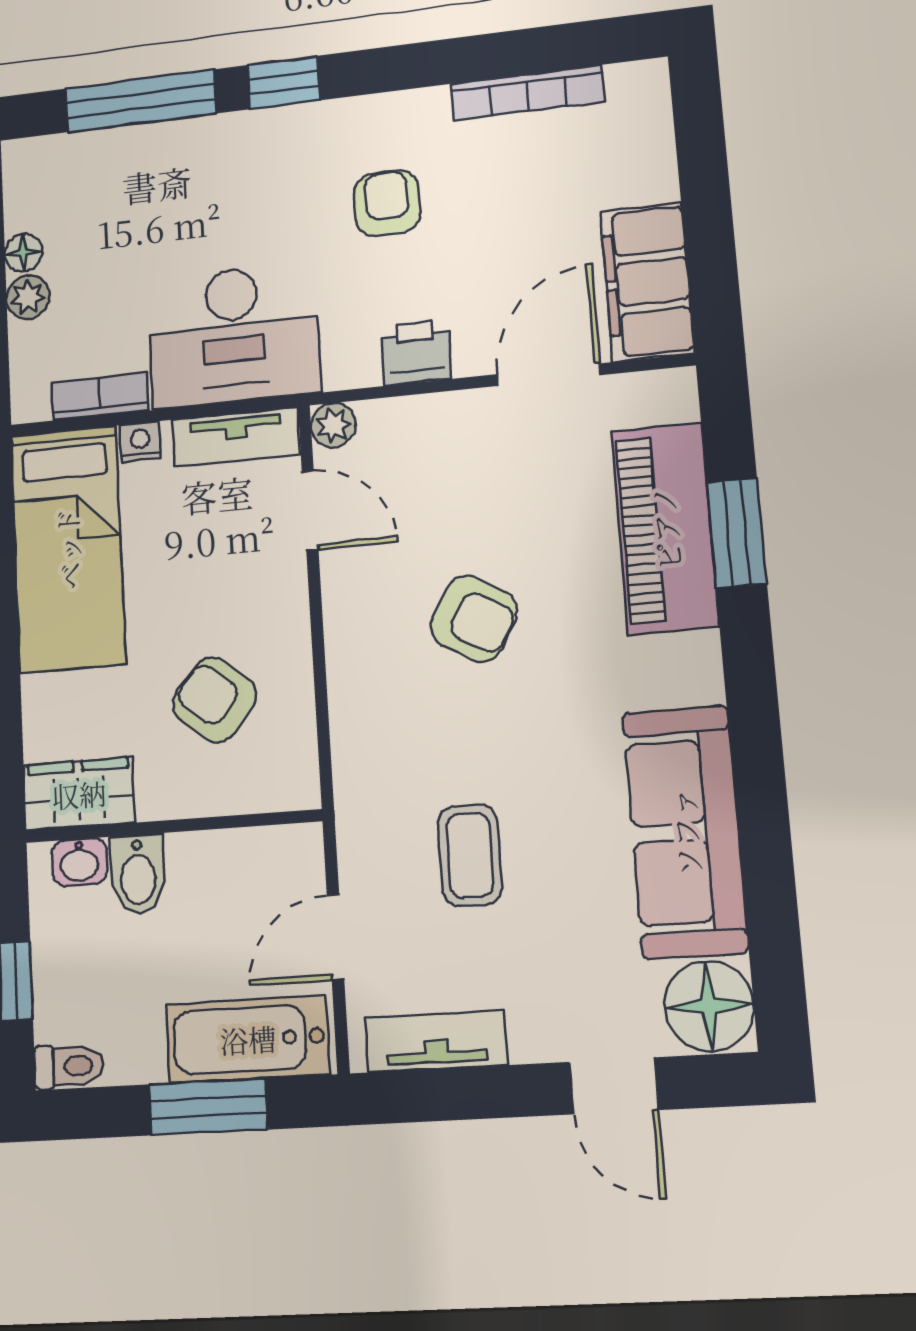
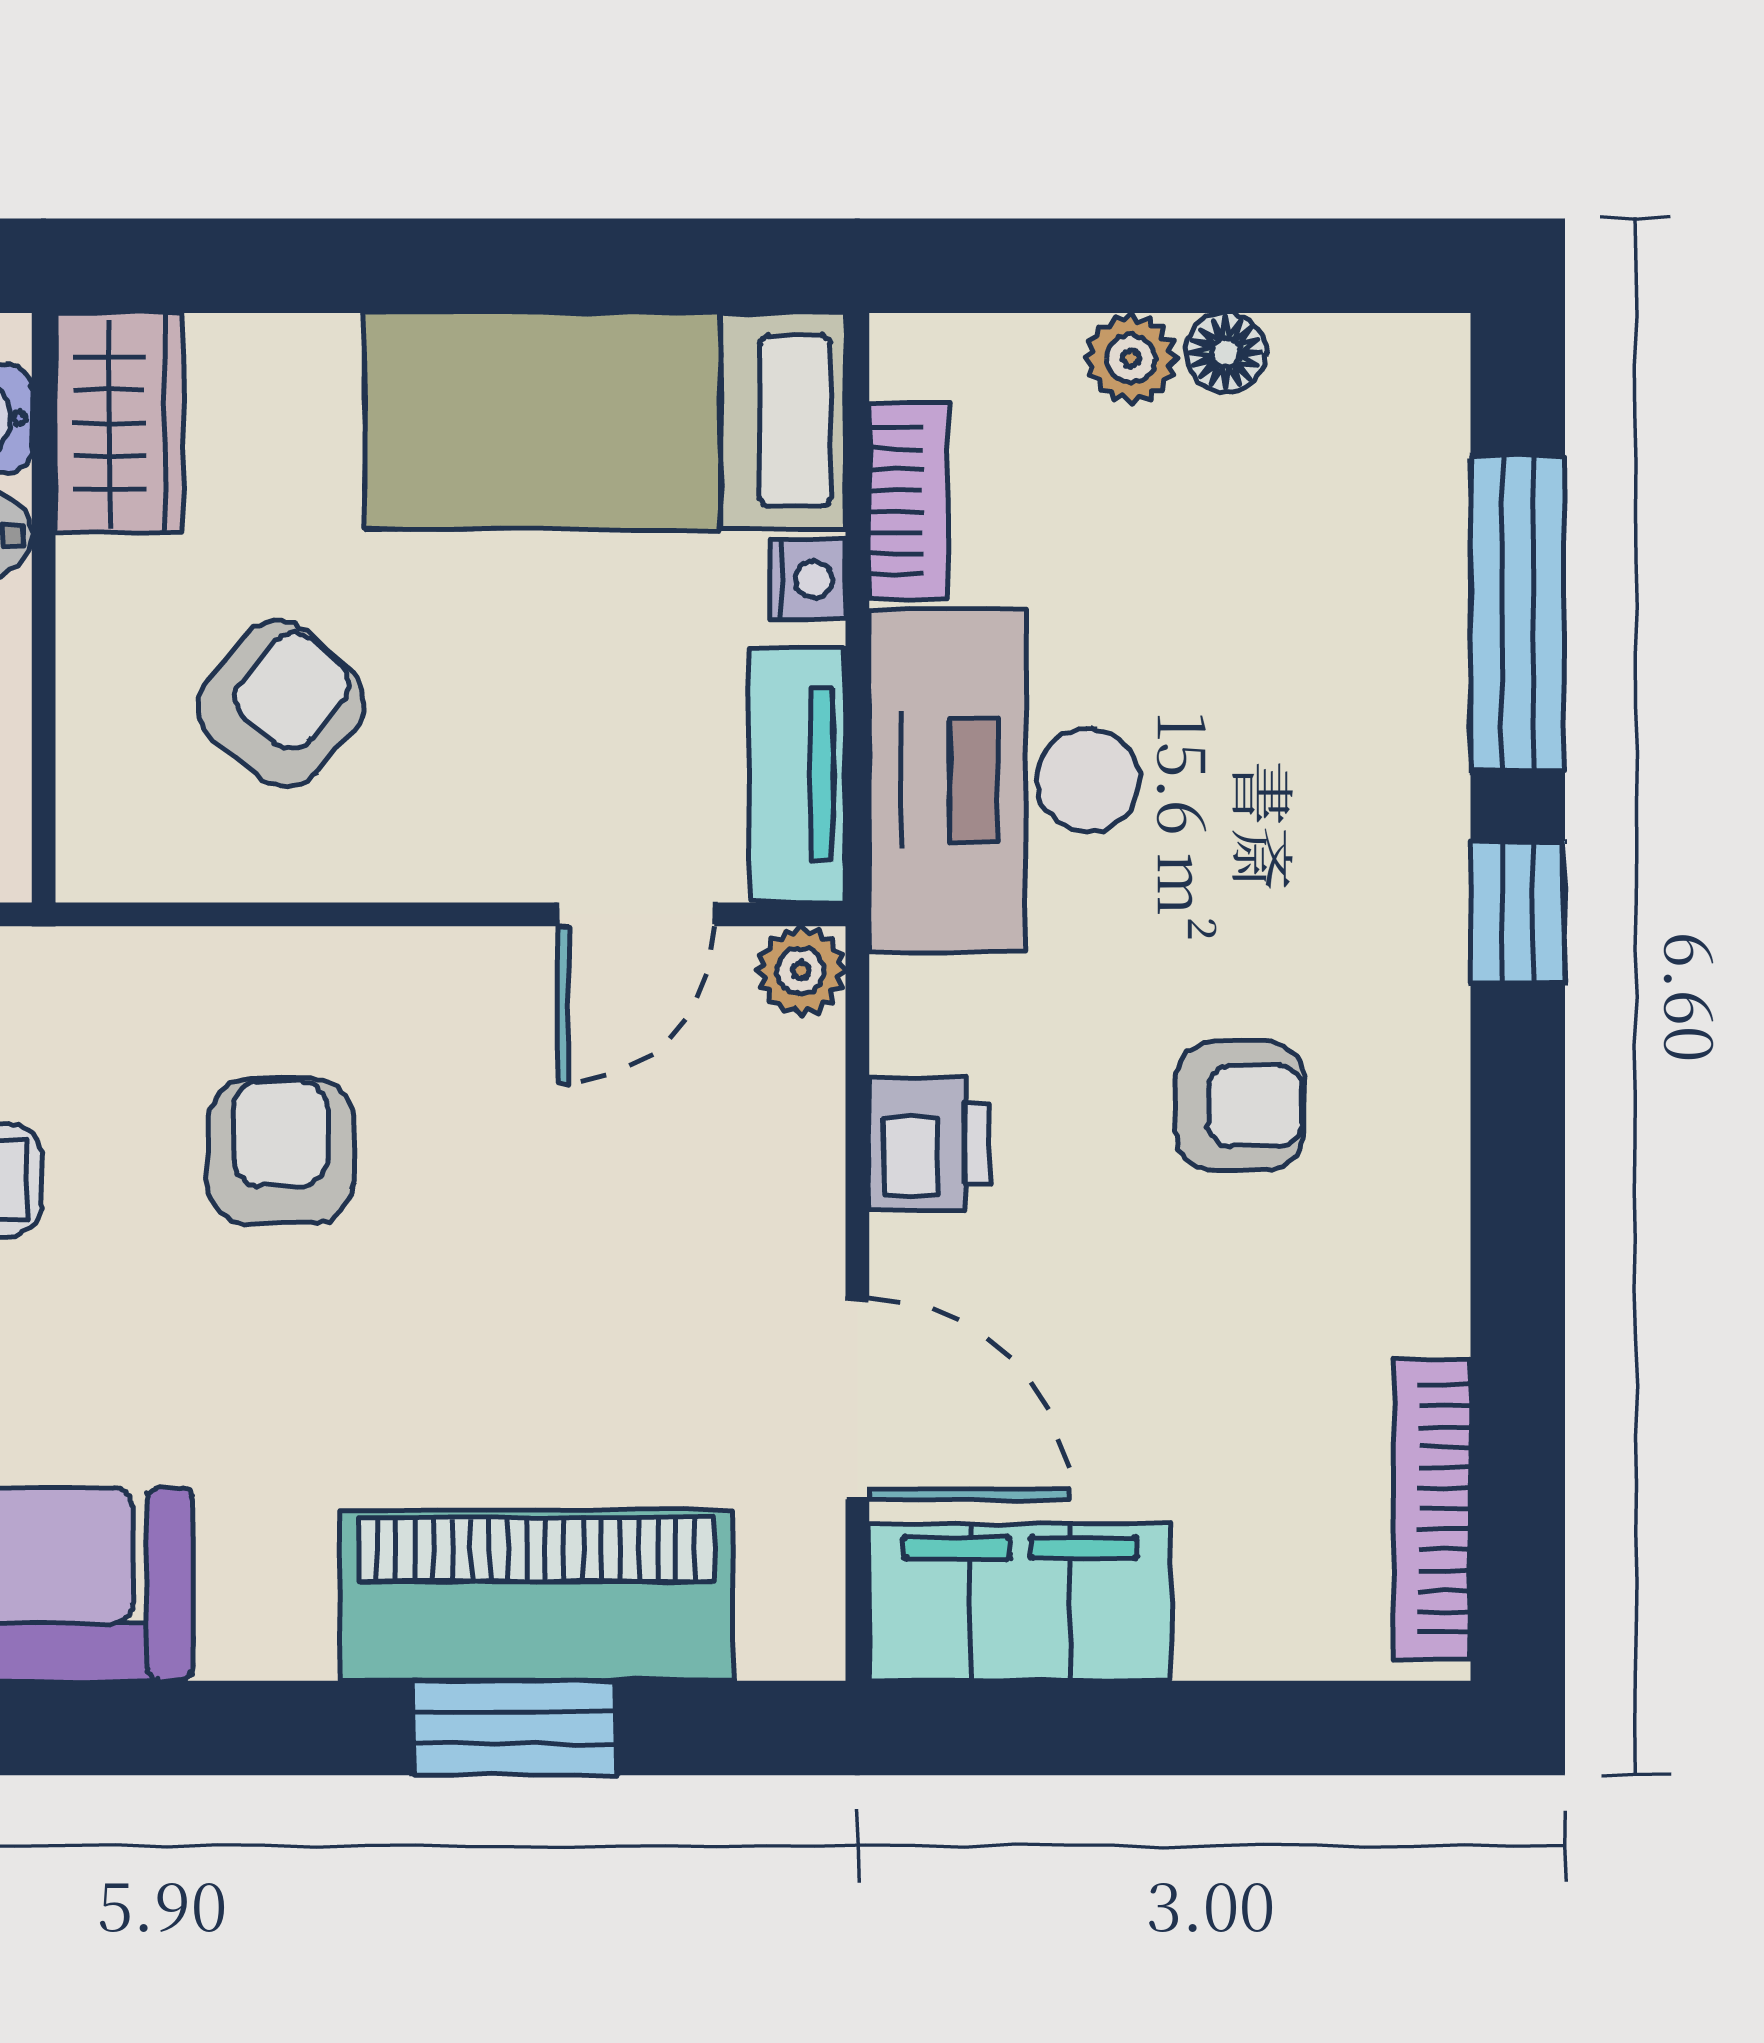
bookcase: (528, 93) -> (1432, 1509), moved
armchair: (474, 619) -> (281, 1151), moved, turned 150

